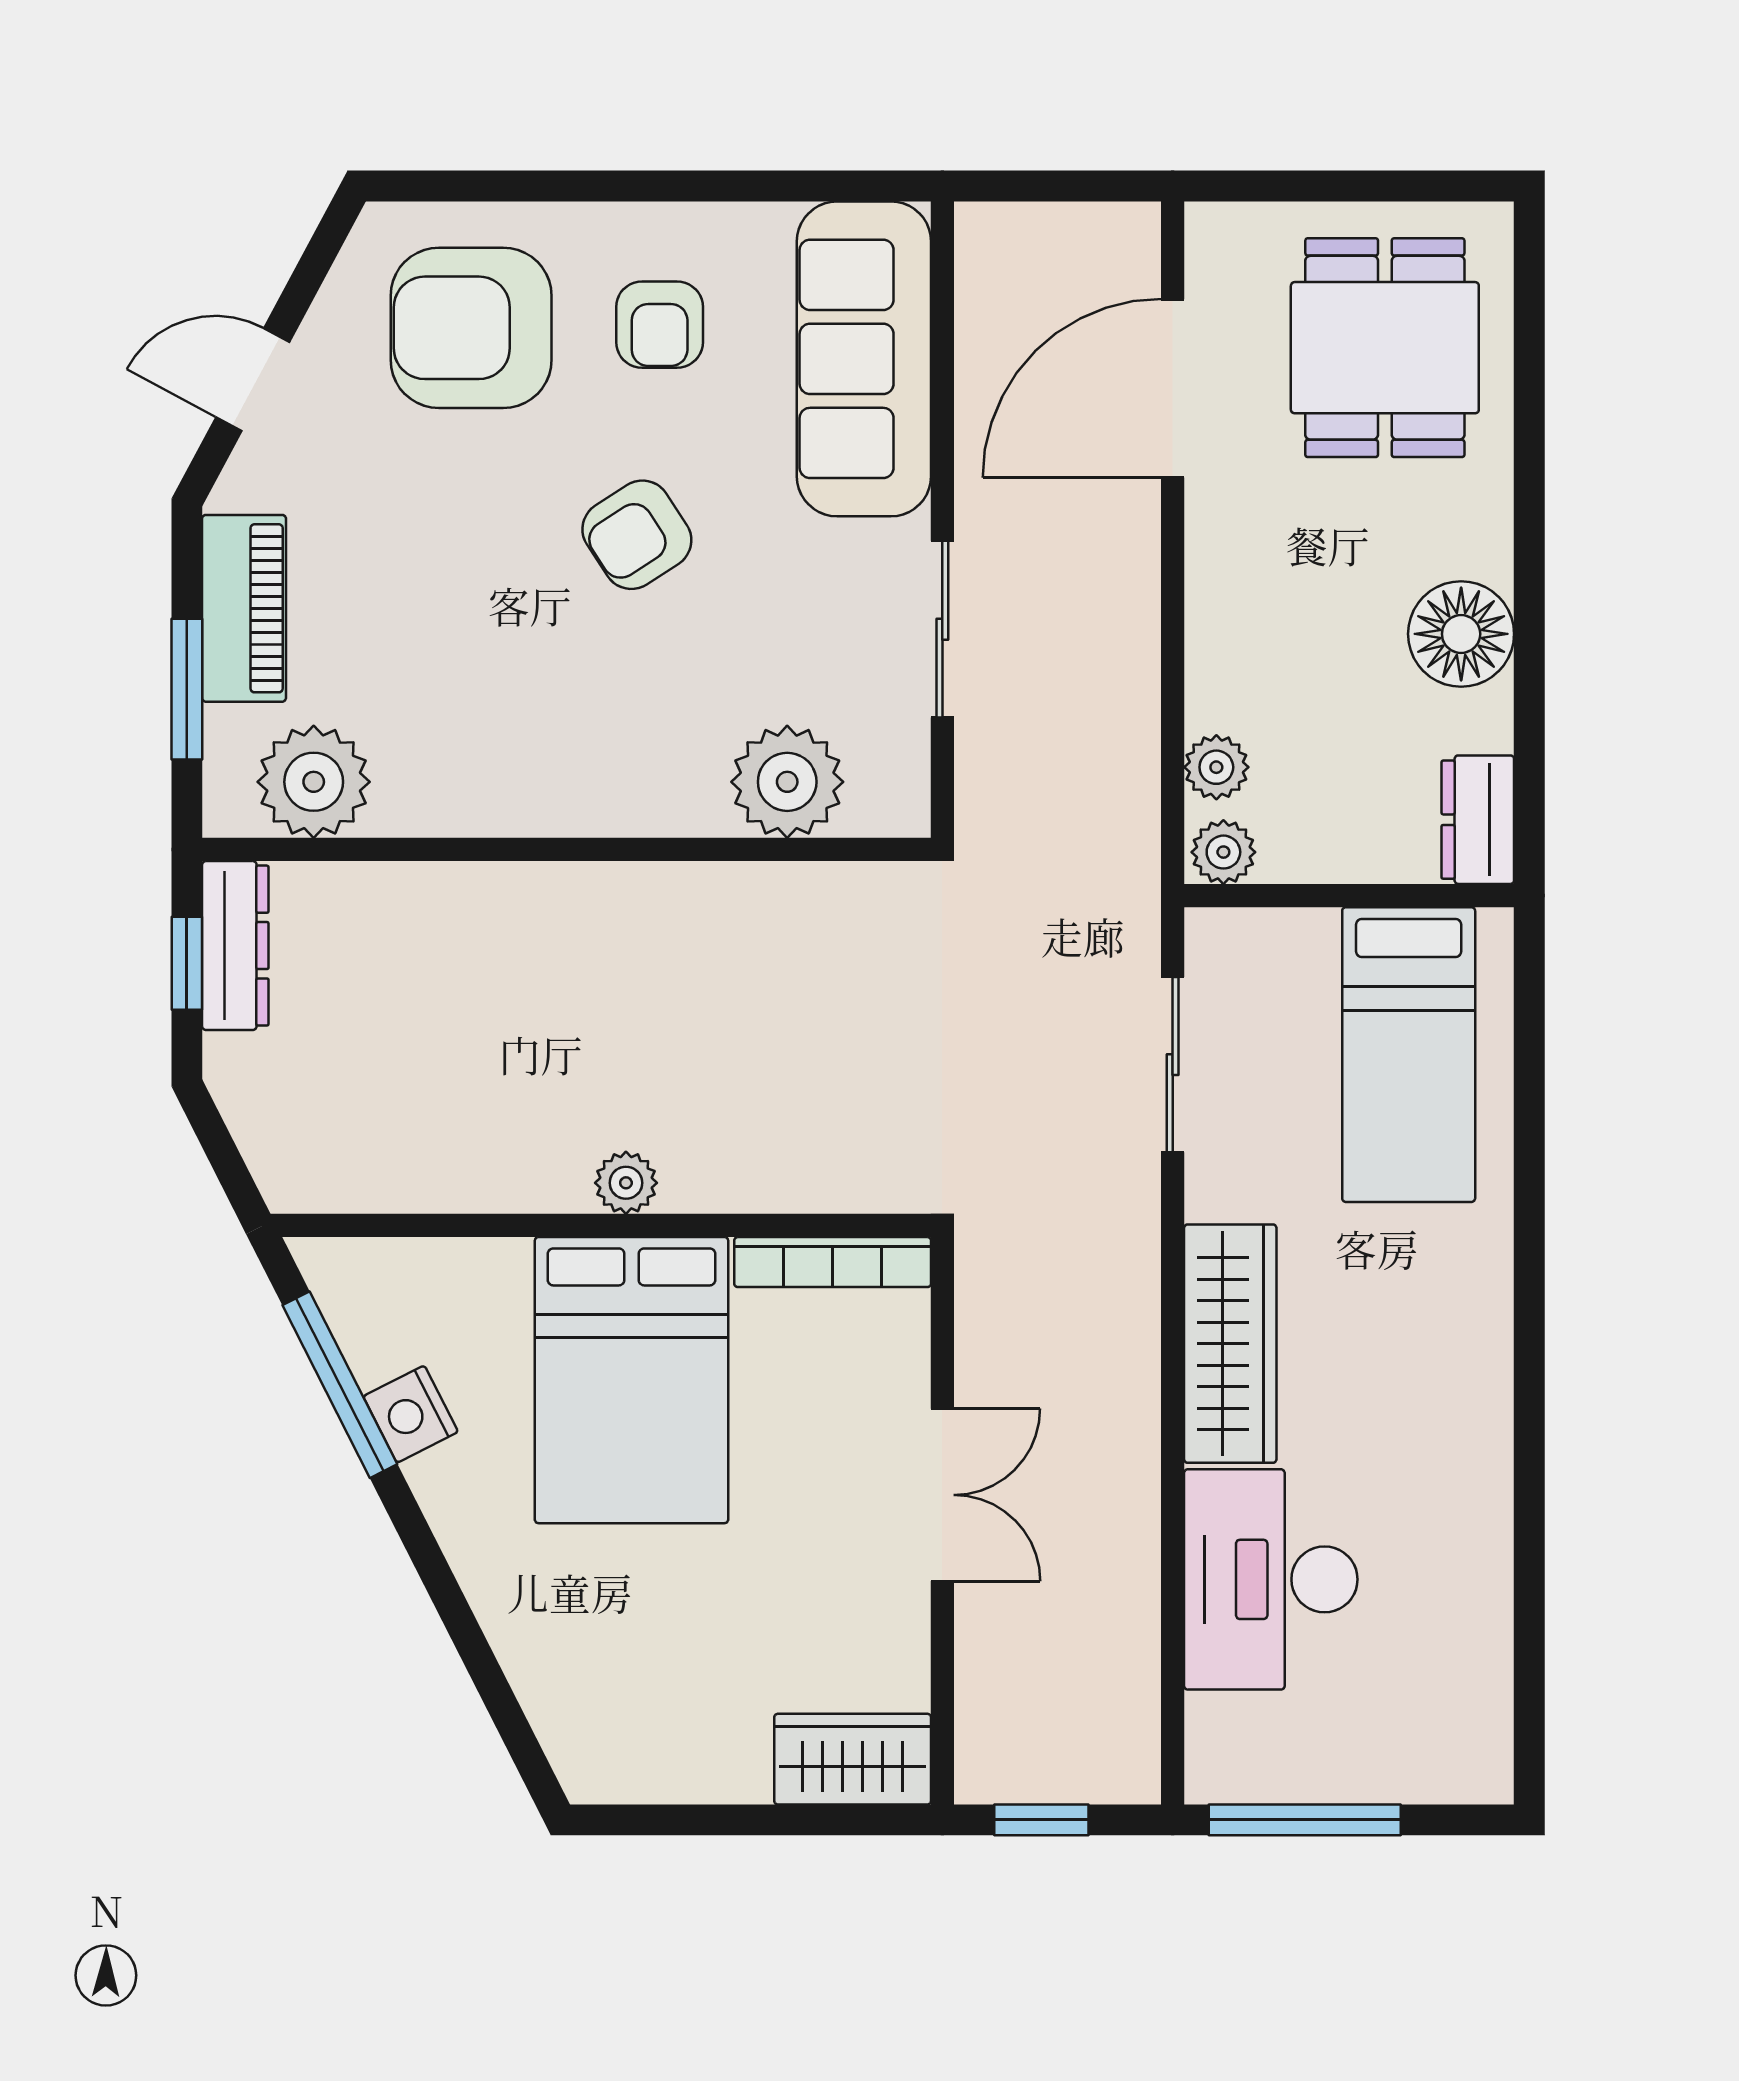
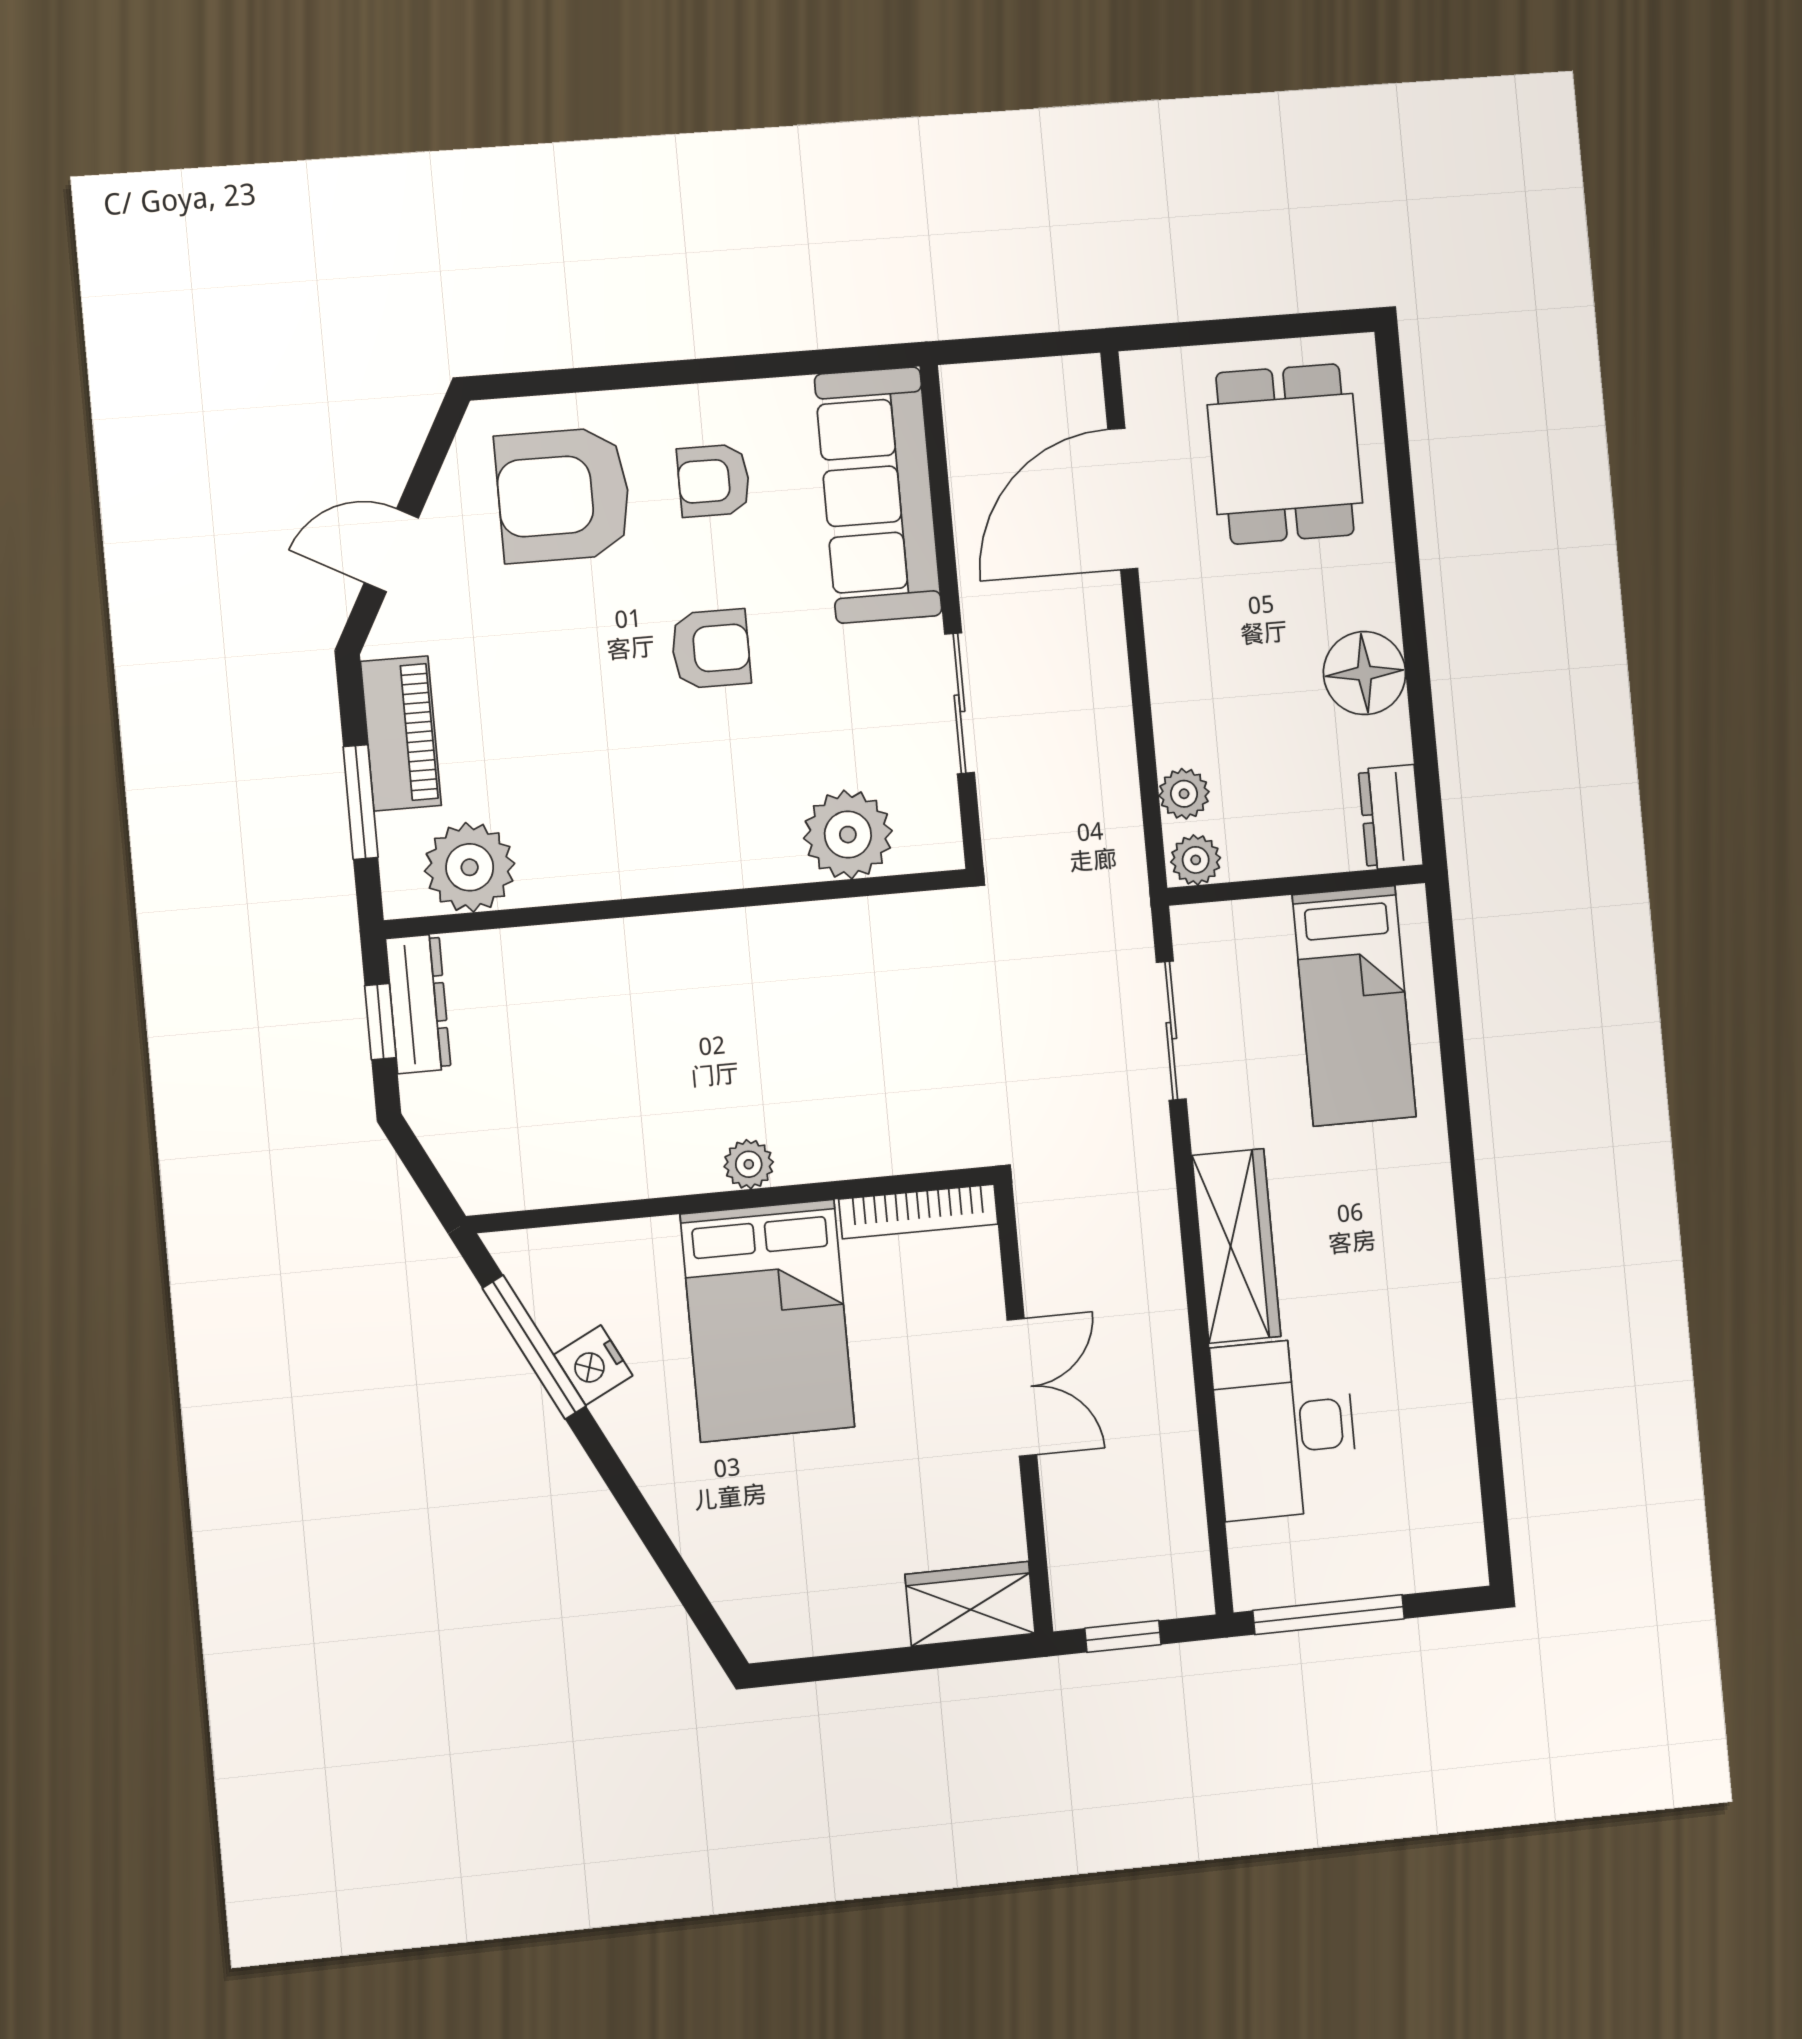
armchair: (660, 325) -> (714, 481), turned 90
armchair: (637, 535) -> (711, 649), turned -147

